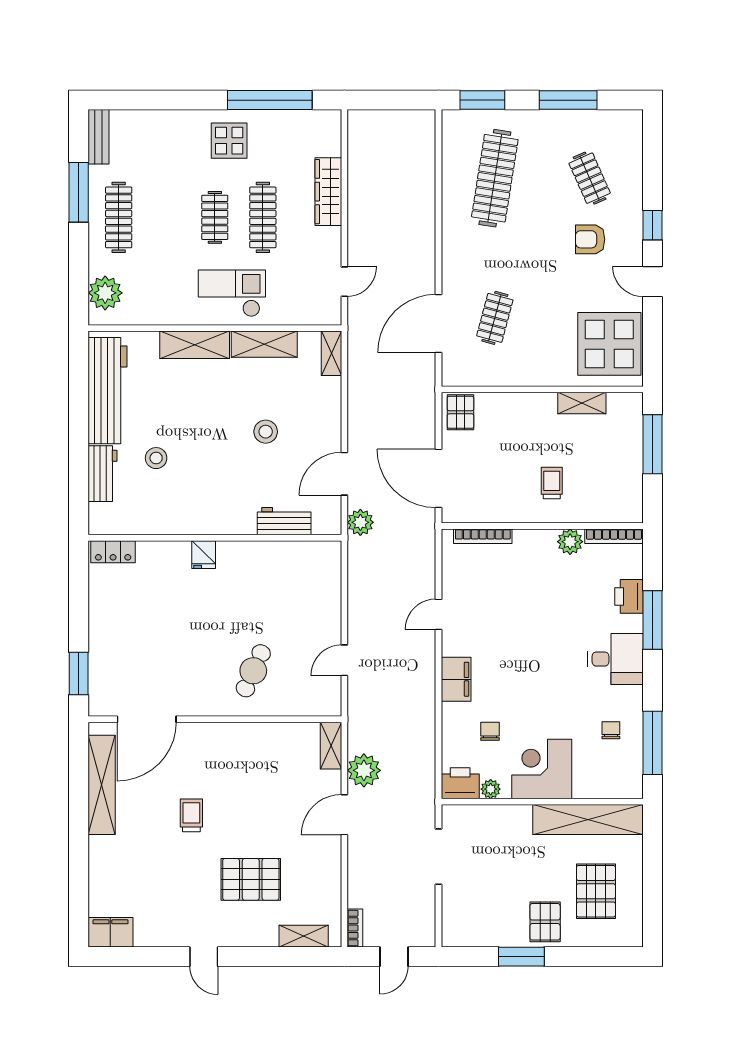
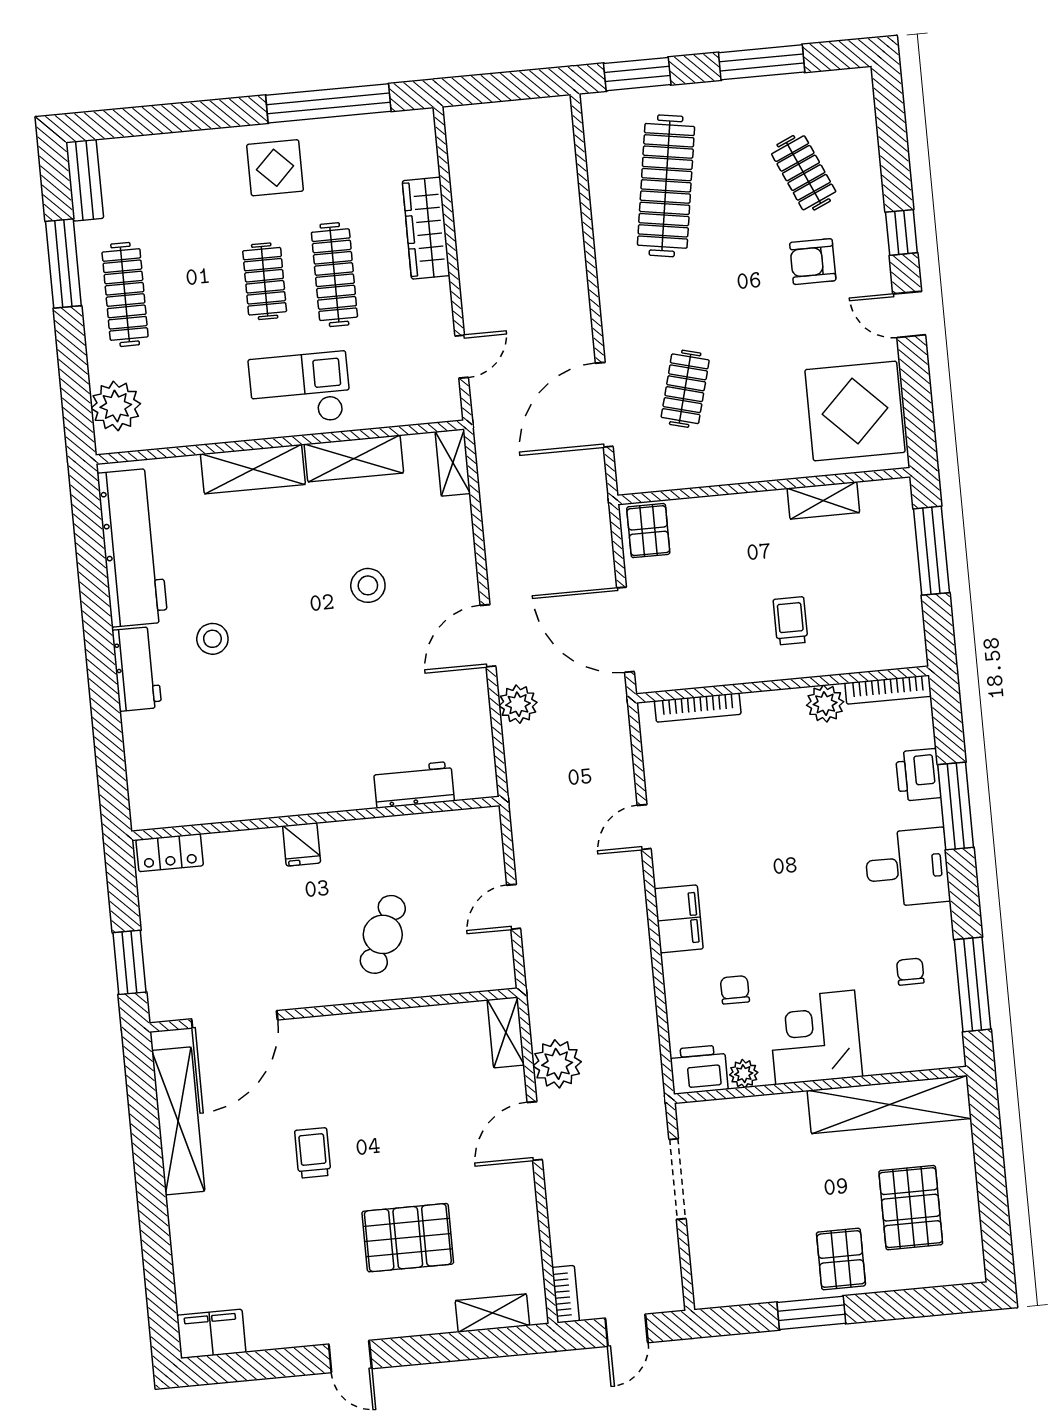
workbench: (284, 521) -> (414, 785), moved
wall: (215, 538) -> (315, 818), moved
locker: (113, 552) -> (170, 853), moved
fridge: (204, 555) -> (302, 844), moved

